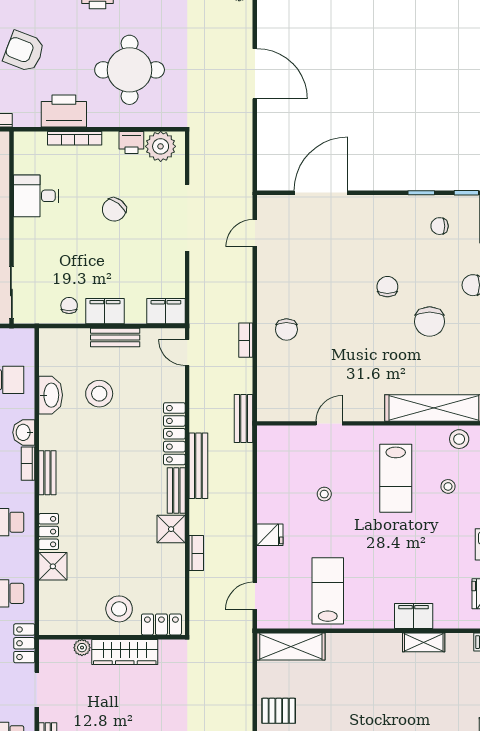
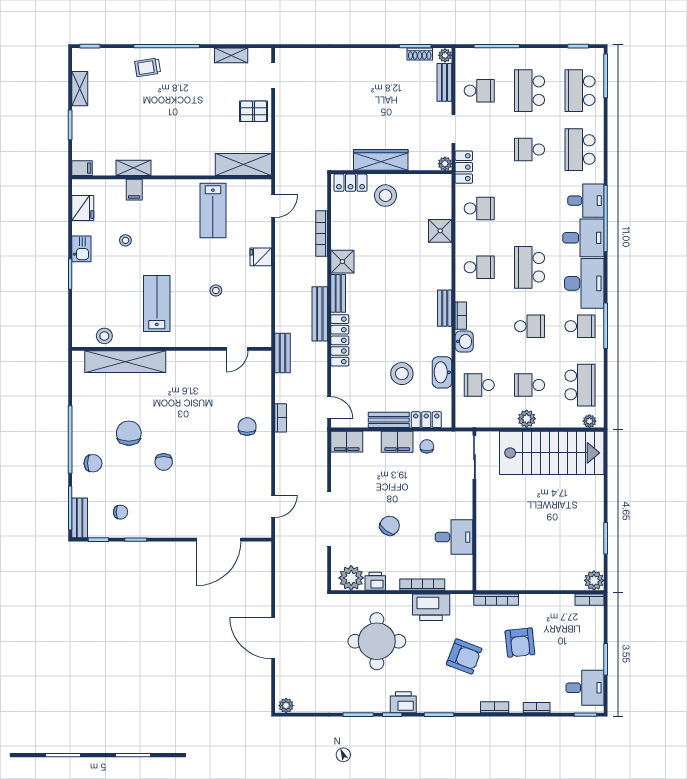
chair: (69, 305) -> (427, 446), turned 180
door: (329, 423) -> (237, 349), moved
stool: (448, 486) -> (125, 240), moved
locker: (49, 532) -> (426, 420), moved, turned 90
bookcase: (196, 553) -> (322, 233), width x1.56
filing cabinet: (414, 616) -> (134, 190), width x0.50
plant: (82, 648) -> (445, 164), moved

